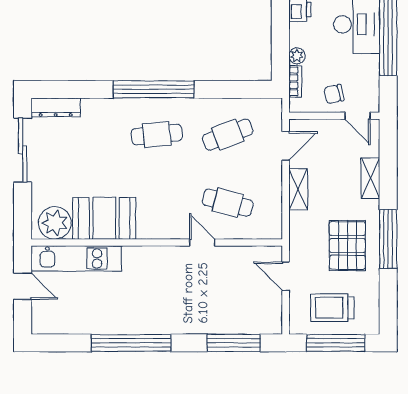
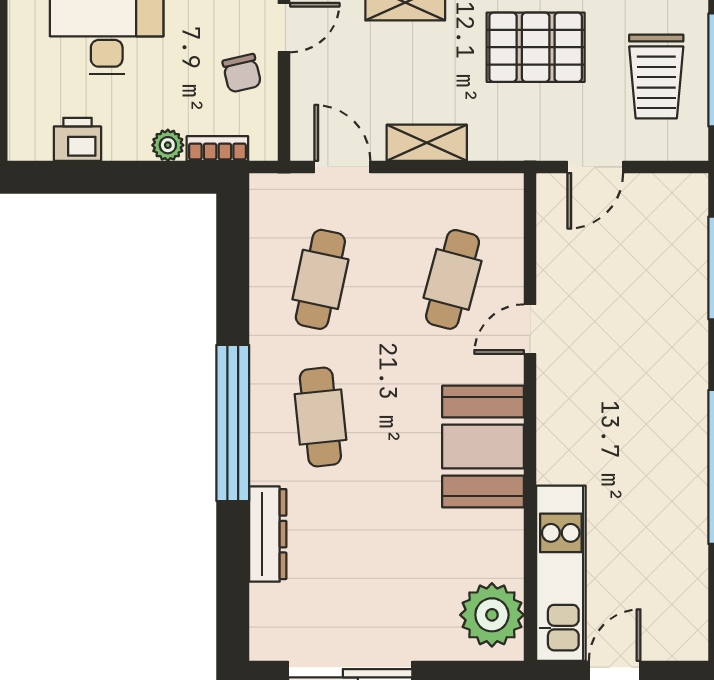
dresser: (56, 107) -> (268, 534), moved
cafe table: (228, 135) -> (320, 279), turned 33
booth: (104, 218) -> (483, 447), moved

